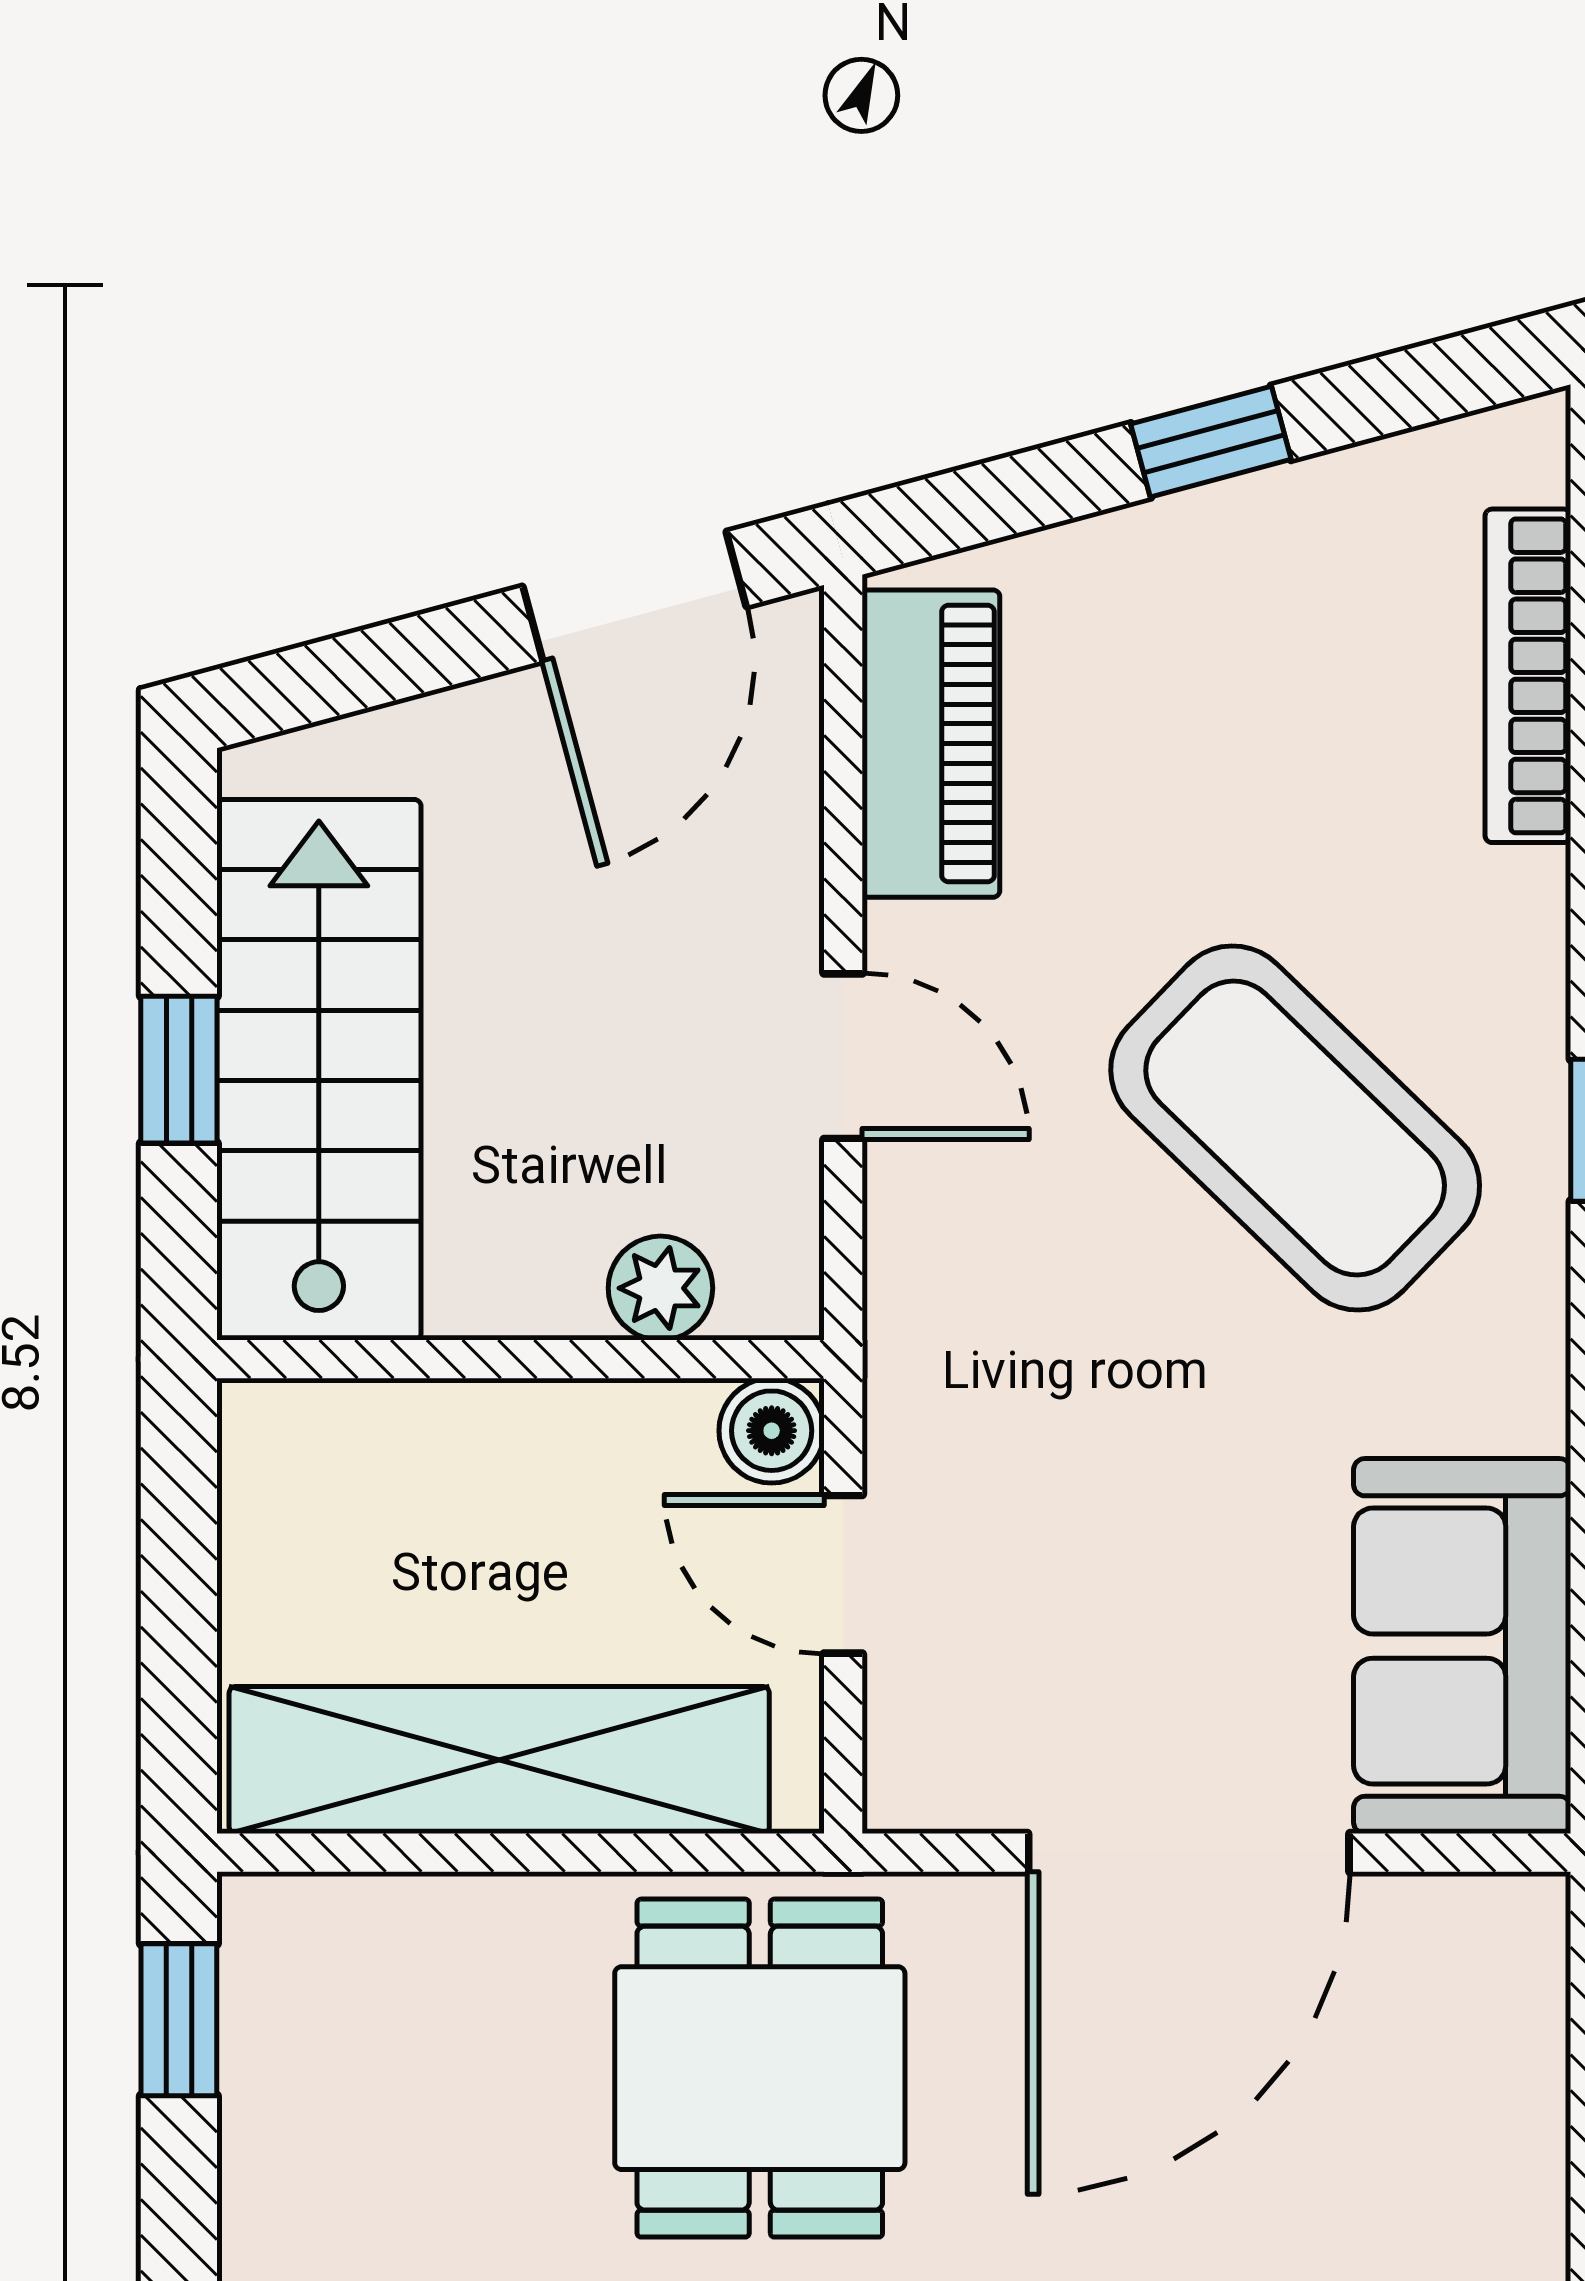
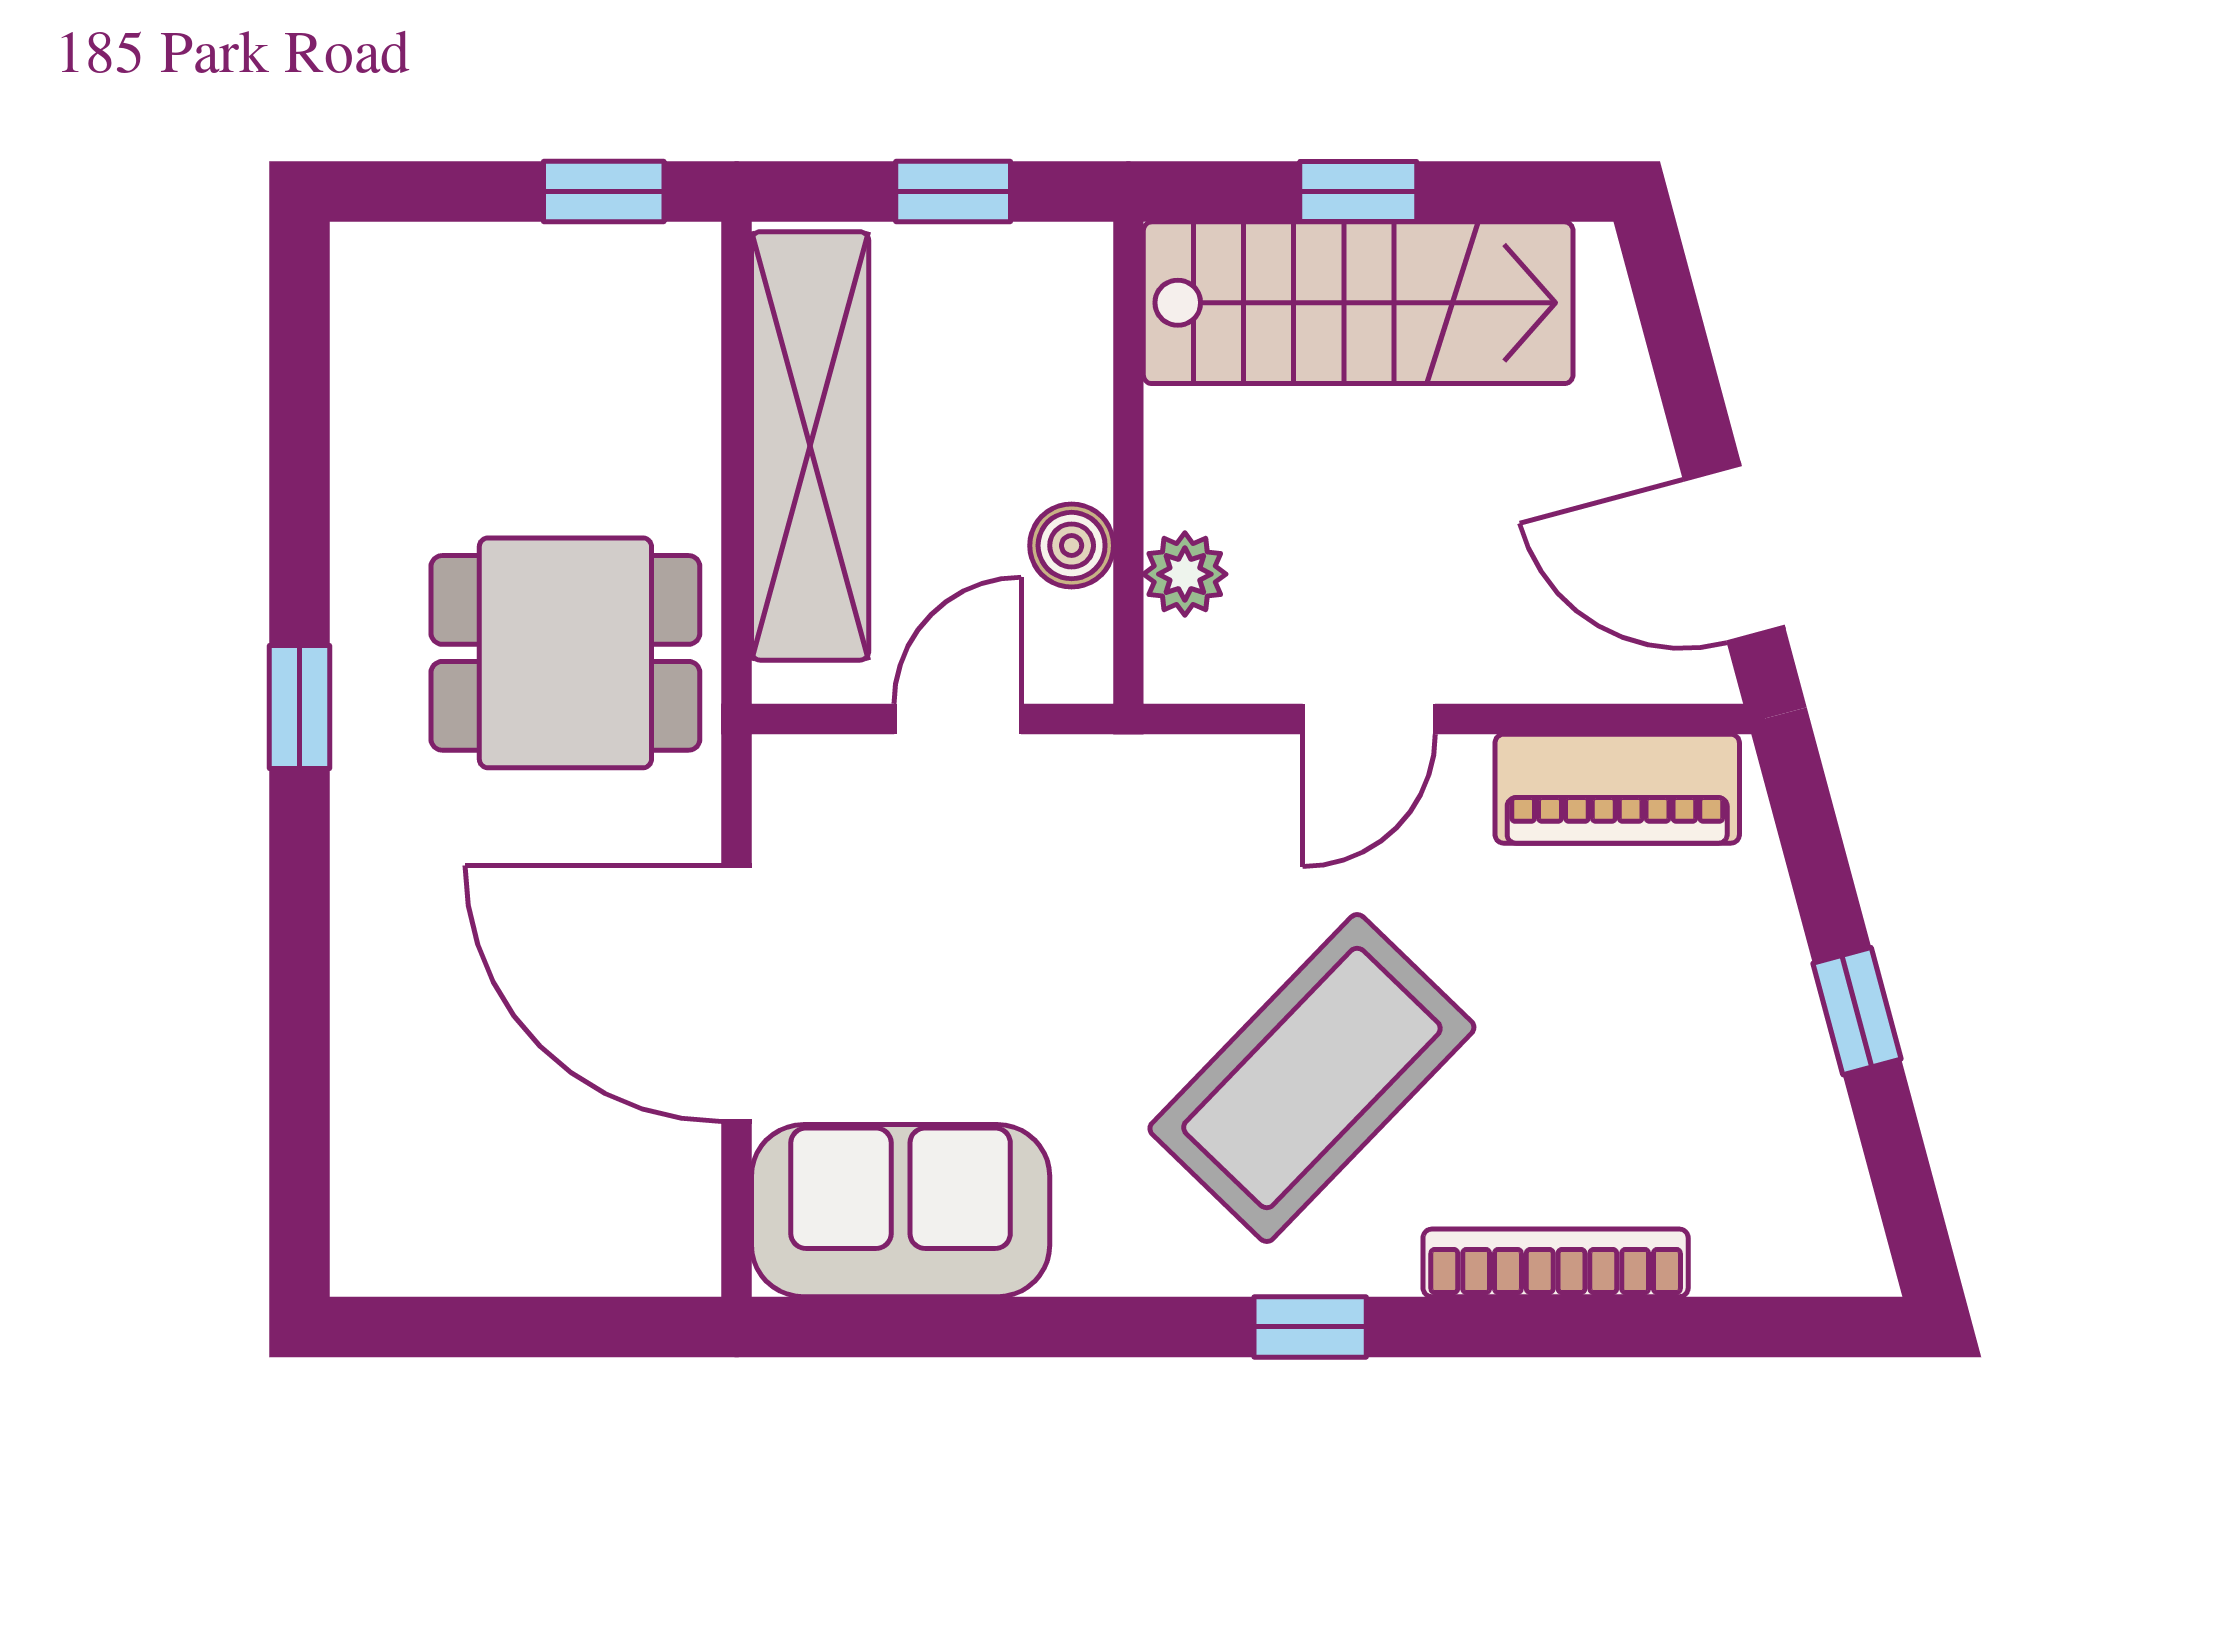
bookcase: (1528, 676) -> (1556, 1263), moved
boiler: (772, 1431) -> (1072, 546), moved
window: (179, 1580) -> (953, 192), added

